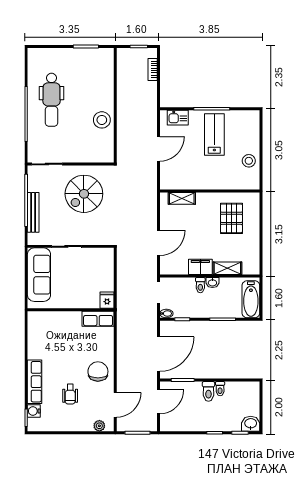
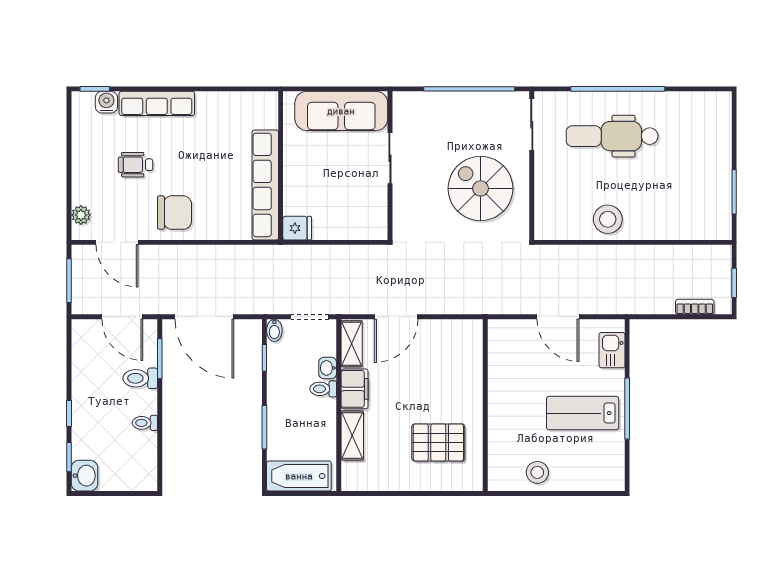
dental chair: (52, 100) -> (612, 136), moved
lab bench: (214, 135) -> (583, 413), turned 180
shelving: (182, 198) -> (352, 344), moved
bench: (33, 212) -> (449, 101), removed
door: (158, 243) -> (396, 317), hinge flipped
washbasin: (212, 283) -> (328, 368), moved
row of seats: (98, 319) -> (265, 185), width x2.02
toilet: (208, 391) -> (140, 378), moved

